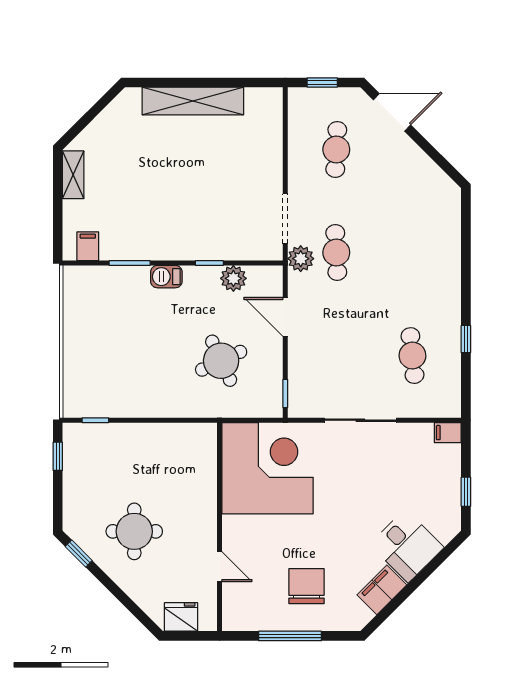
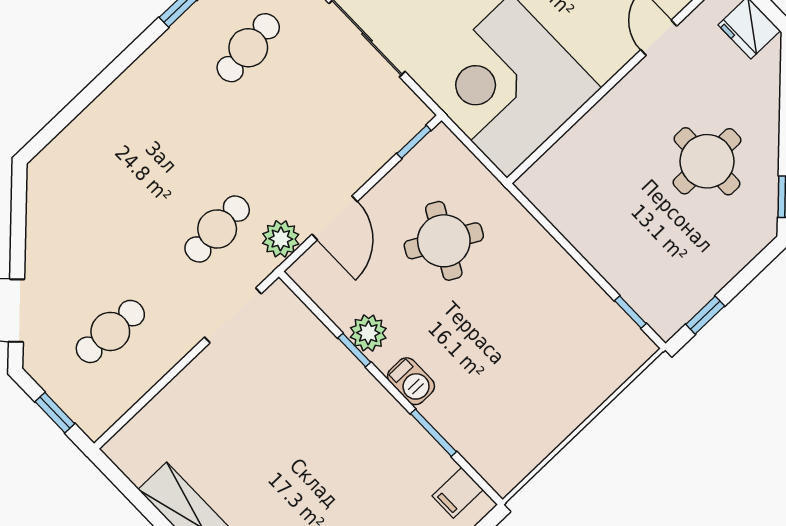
plant: (301, 259) -> (281, 239), moved
plant: (233, 278) -> (368, 333), moved
round table: (221, 361) -> (444, 241), turned -36

